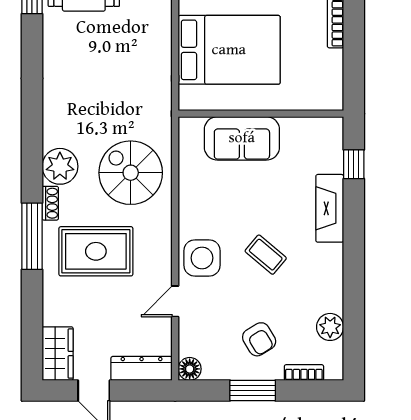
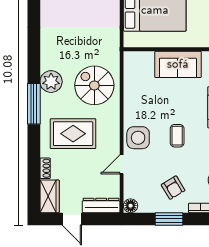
sofa: (242, 138) -> (178, 64), moved
shoe rack: (50, 203) -> (45, 168), moved
window: (32, 236) -> (34, 104), moved
coffee table: (266, 255) -> (177, 136), turned 50

